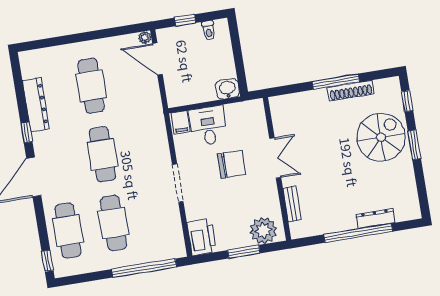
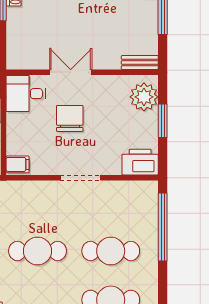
desk: (208, 126) -> (26, 94), moved
bench: (292, 204) -> (140, 62), moved

